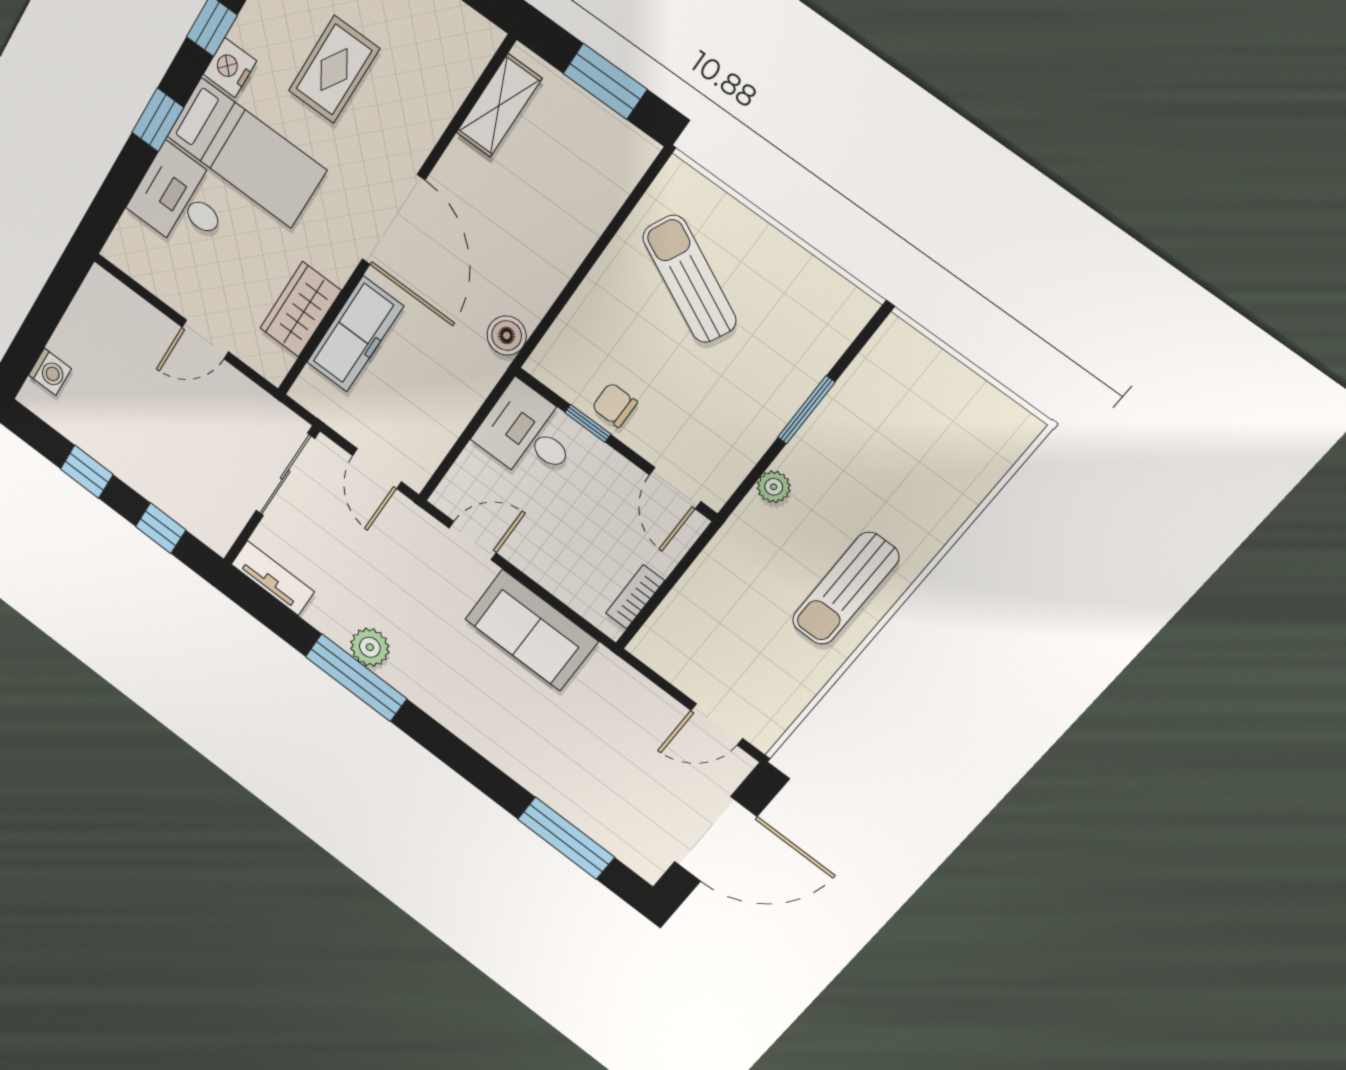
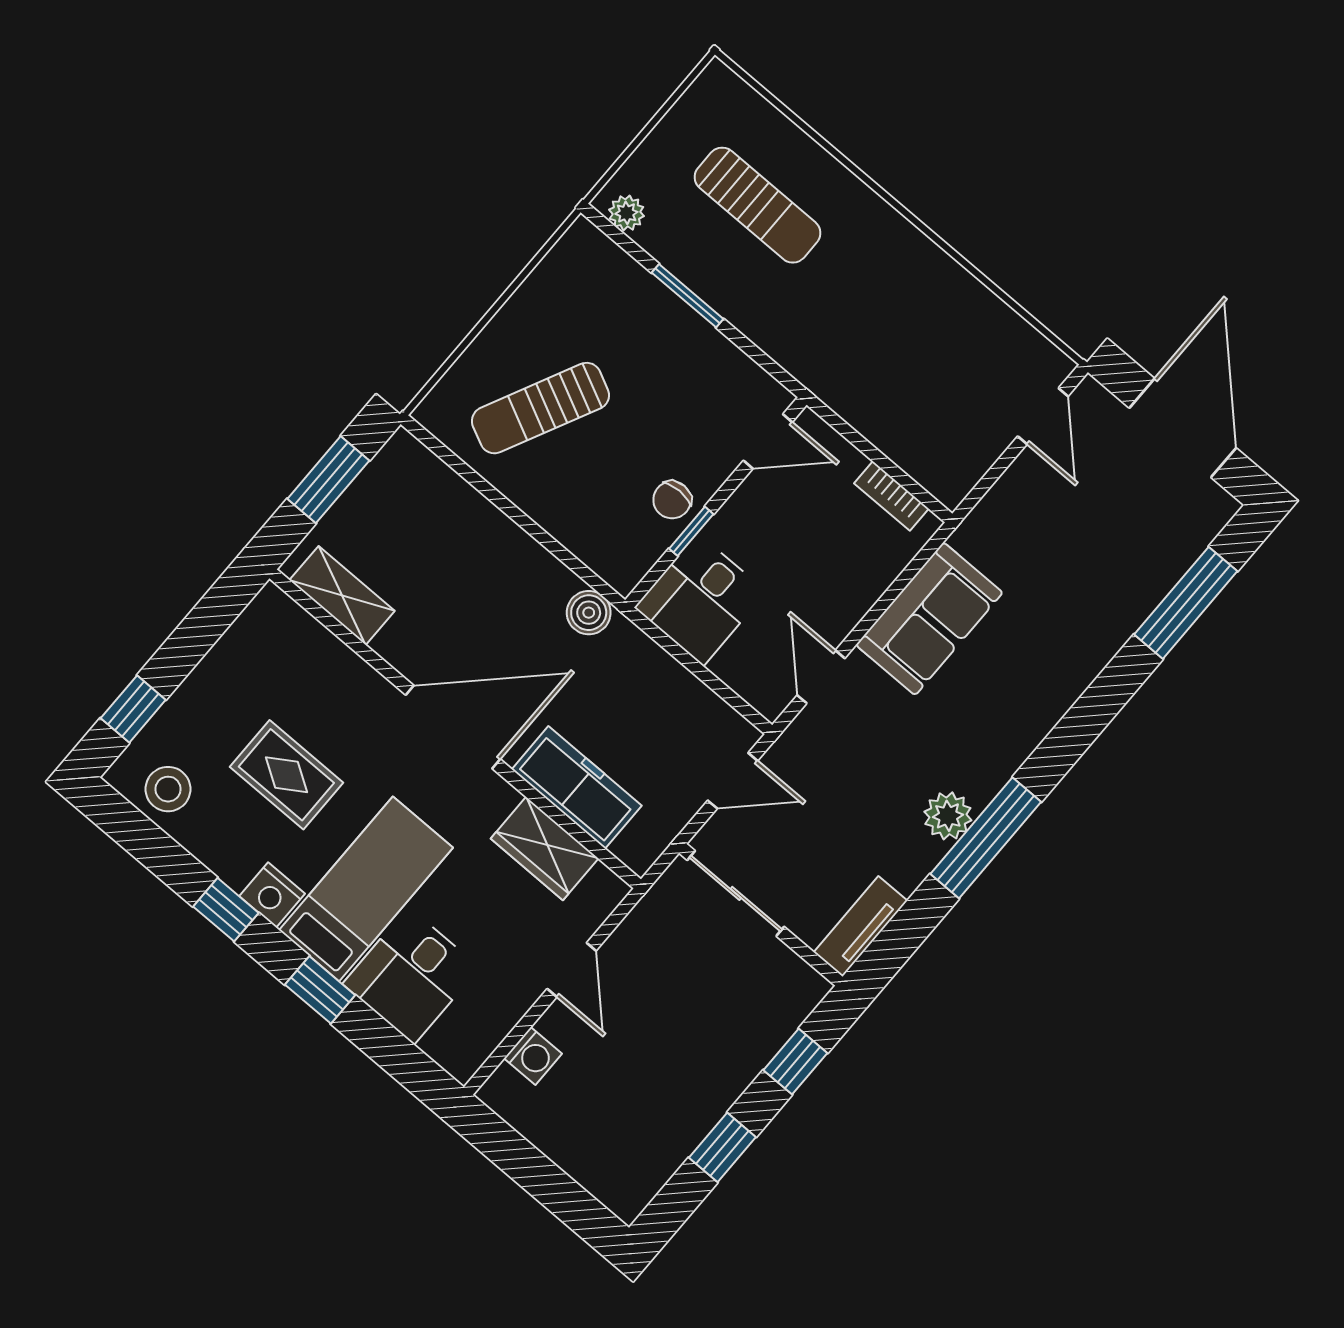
washing machine: (50, 372) -> (533, 1056), moved, turned 90
plant: (774, 487) -> (627, 213), moved
sun lounger: (845, 589) -> (757, 205), moved

